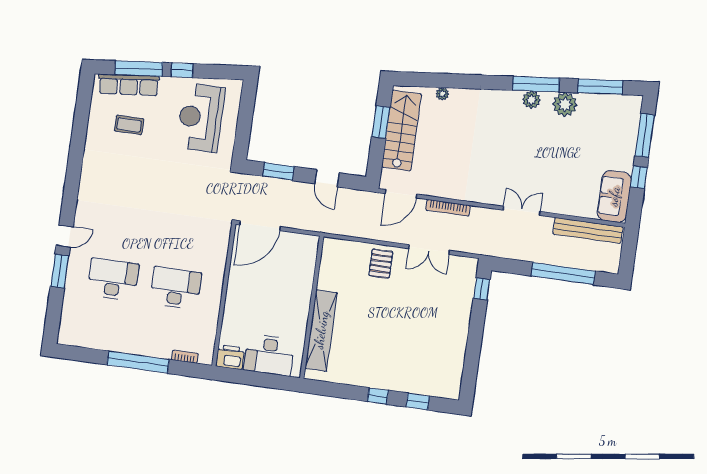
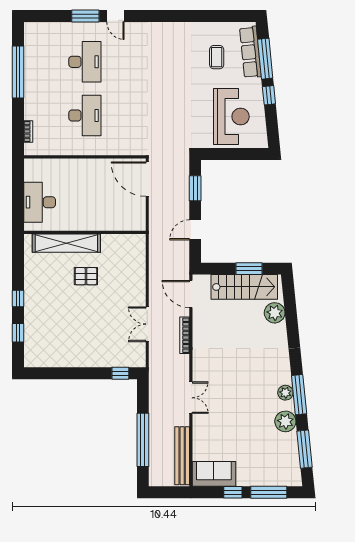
plant: (442, 94) -> (275, 313), width x1.87, depth x1.87
reception desk: (201, 118) -> (231, 117), turned 90
pallet: (381, 264) -> (86, 276), moved
printer: (230, 357) -> (33, 170), removed
window: (138, 362) -> (18, 72), moved

